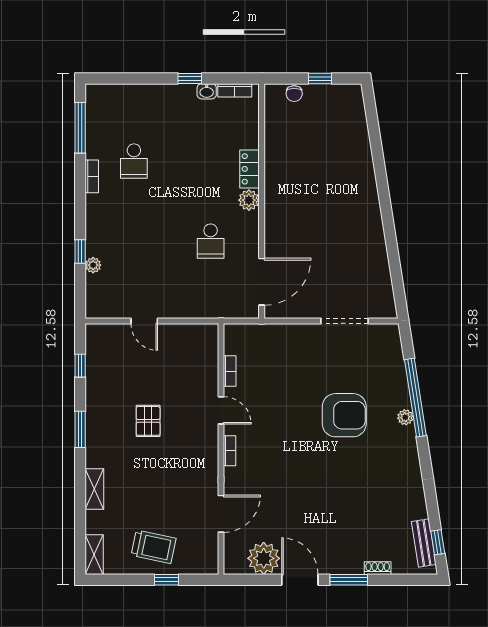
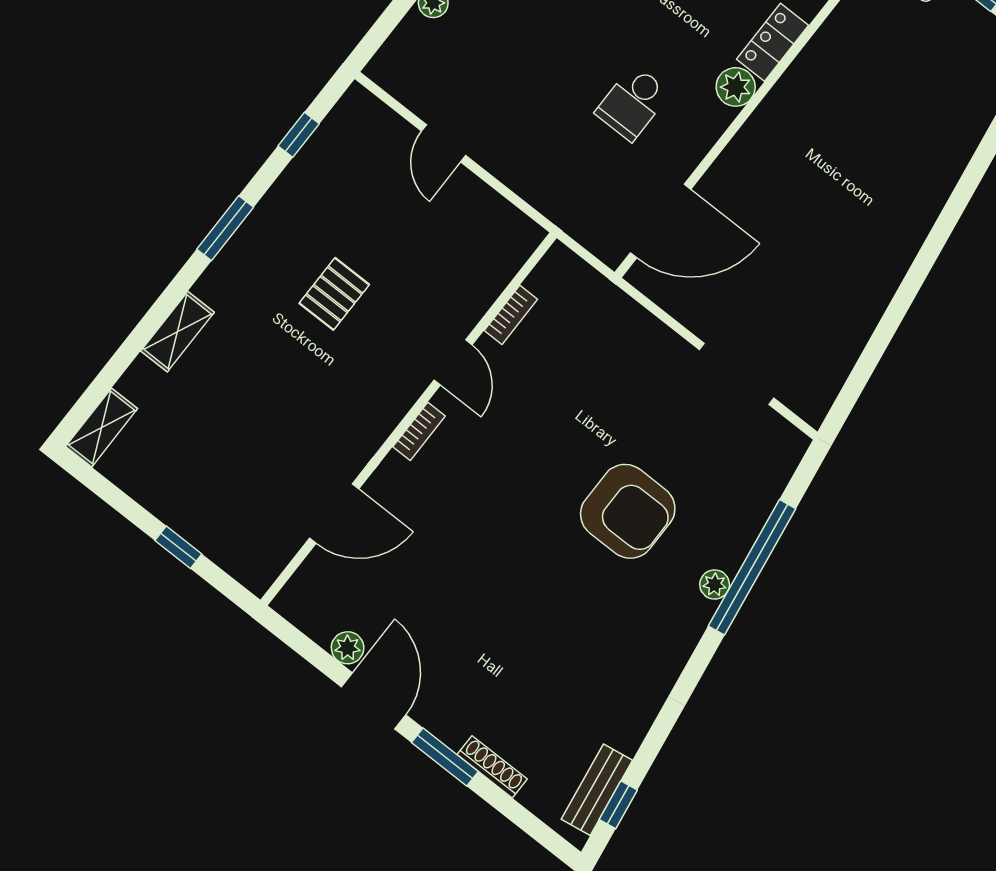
trolley: (154, 547) -> (197, 484), removed
plant: (264, 558) -> (348, 648), width x0.53, depth x0.53
shoe rack: (378, 568) -> (492, 767), width x1.43

